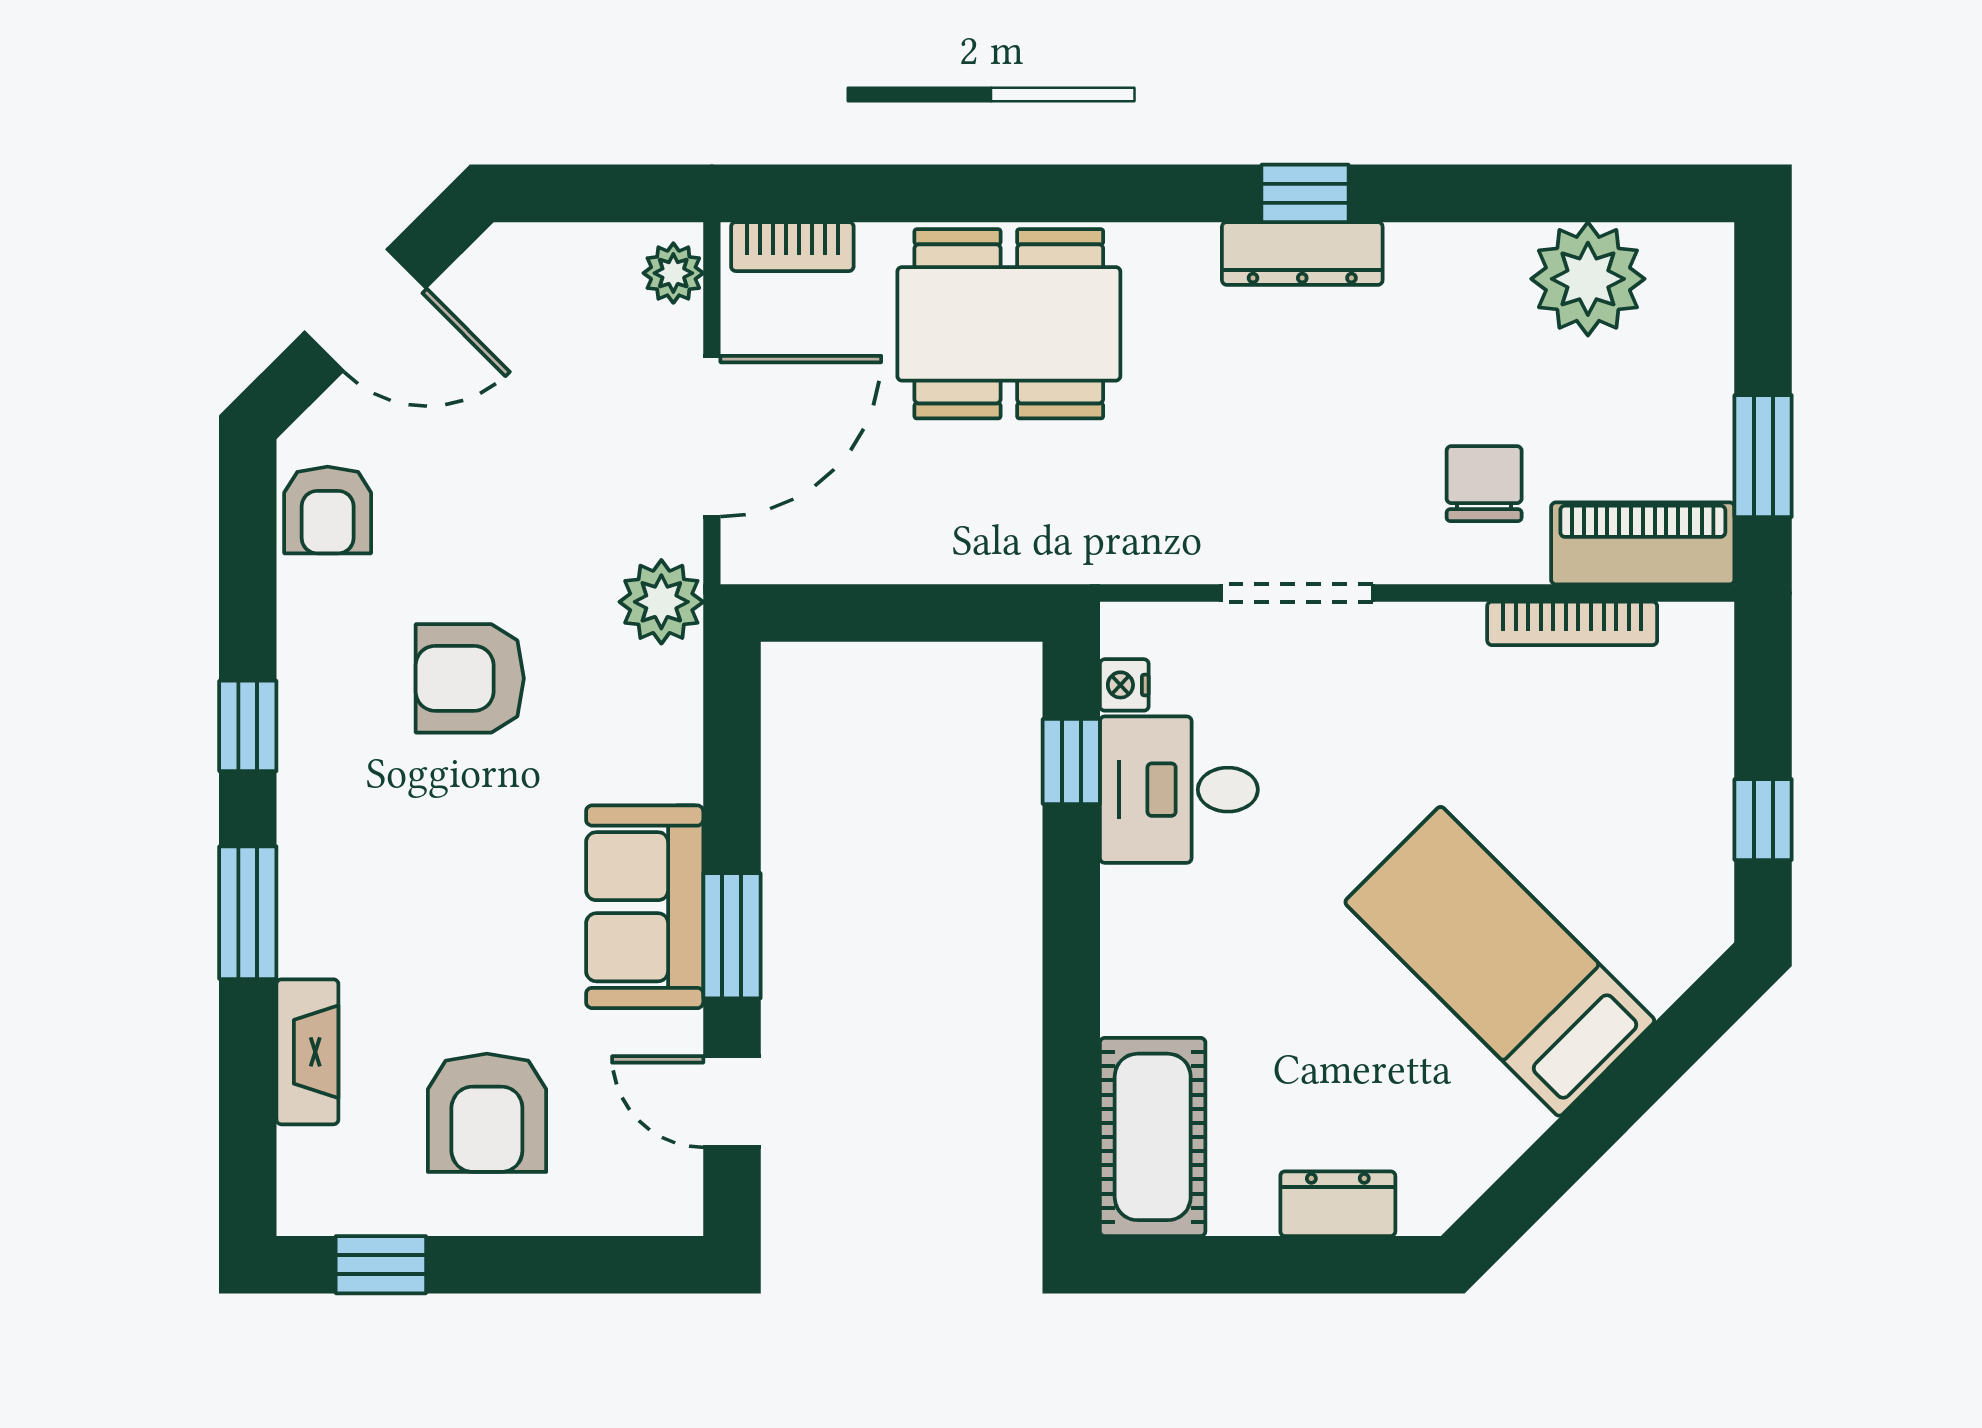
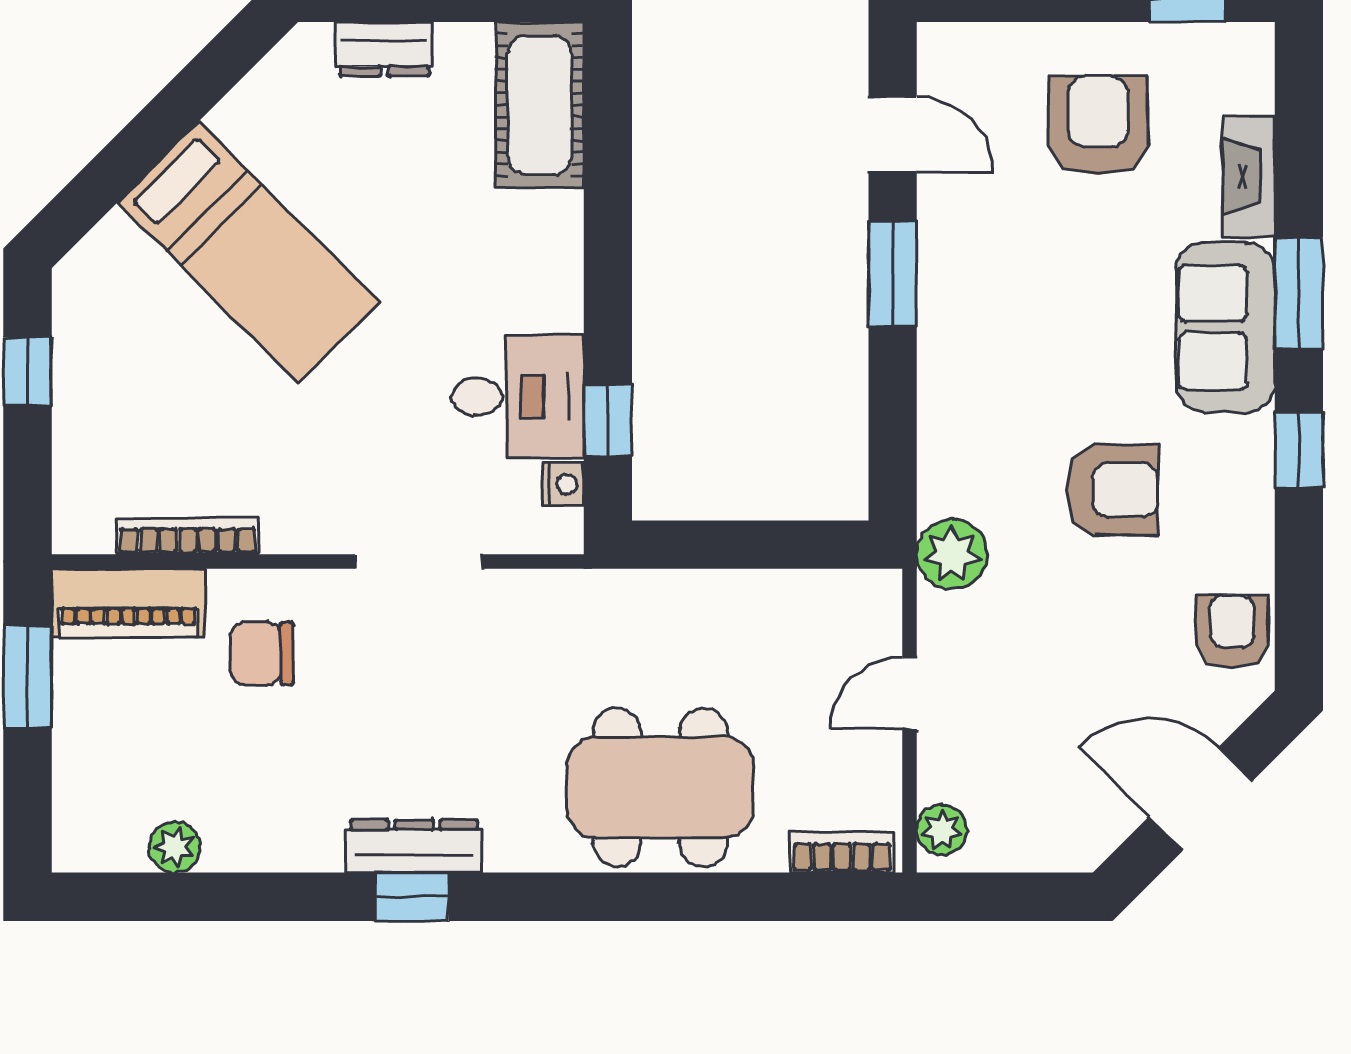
plant: (1588, 279) -> (174, 847), width x0.53, depth x0.53
door: (712, 436) -> (909, 693), width x0.53
chair: (1484, 484) -> (262, 653), turned 90
sofa: (645, 907) -> (1226, 327), moved, turned 180

